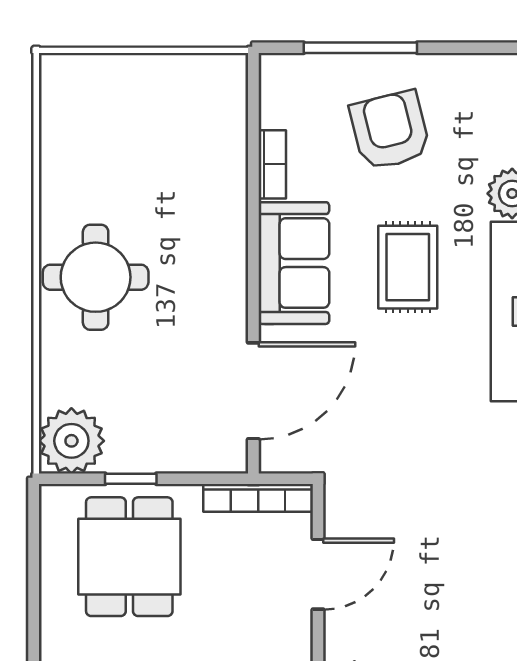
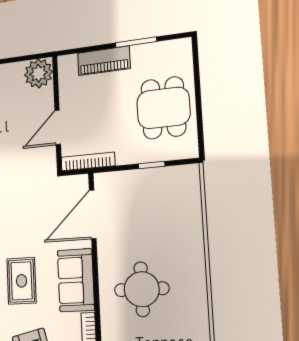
round table: (96, 277) -> (142, 289), moved
plant: (71, 441) -> (183, 181), removed
dining table: (129, 557) -> (163, 108), moved

